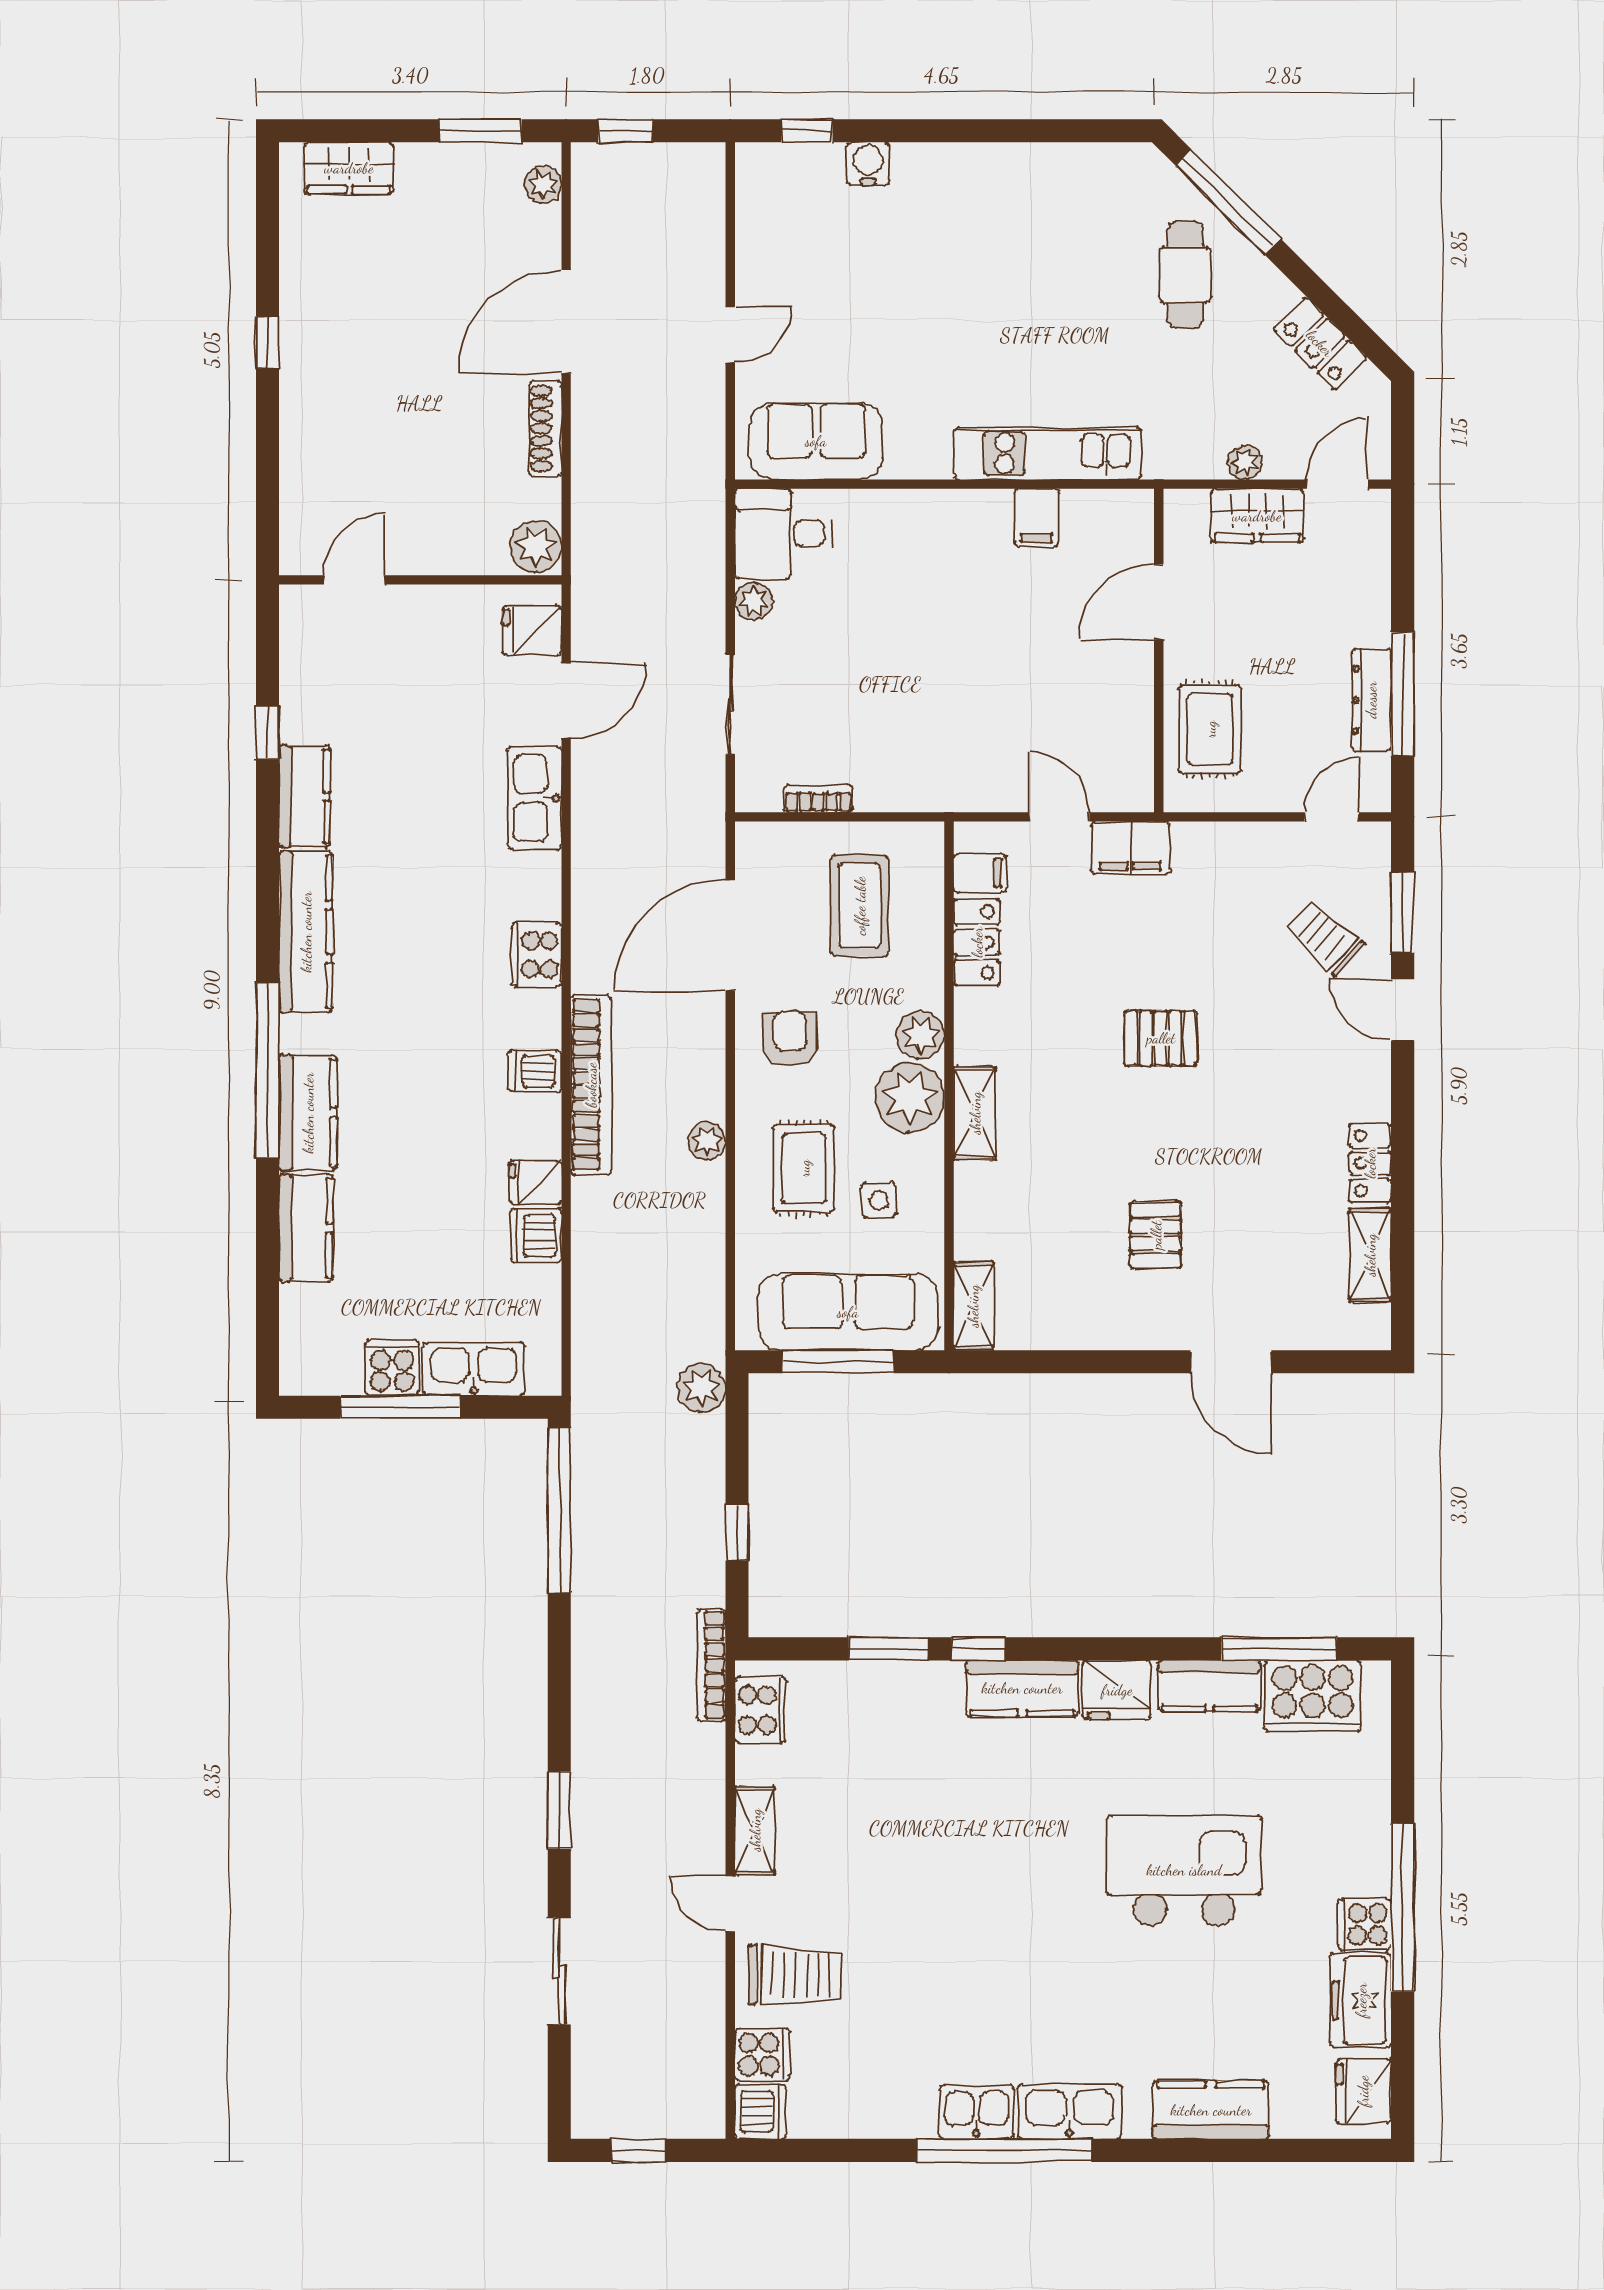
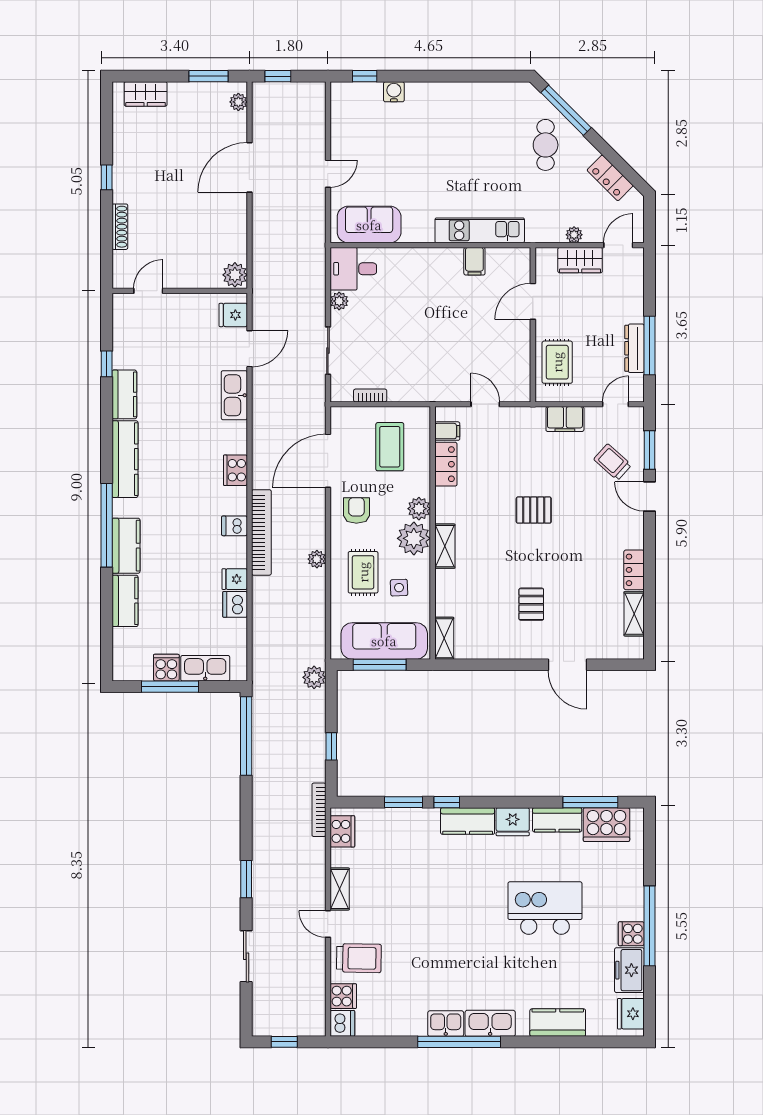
shoe rack: (545, 429) -> (120, 227), moved, turned 180
filing cabinet: (1130, 848) -> (565, 419), moved

